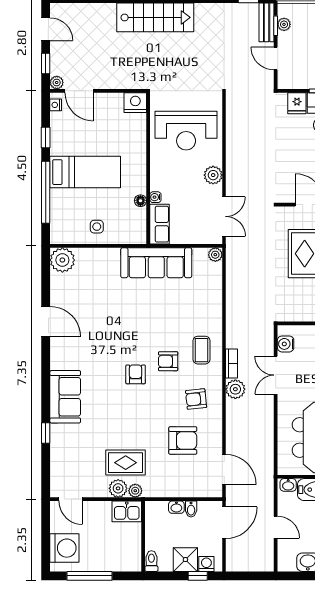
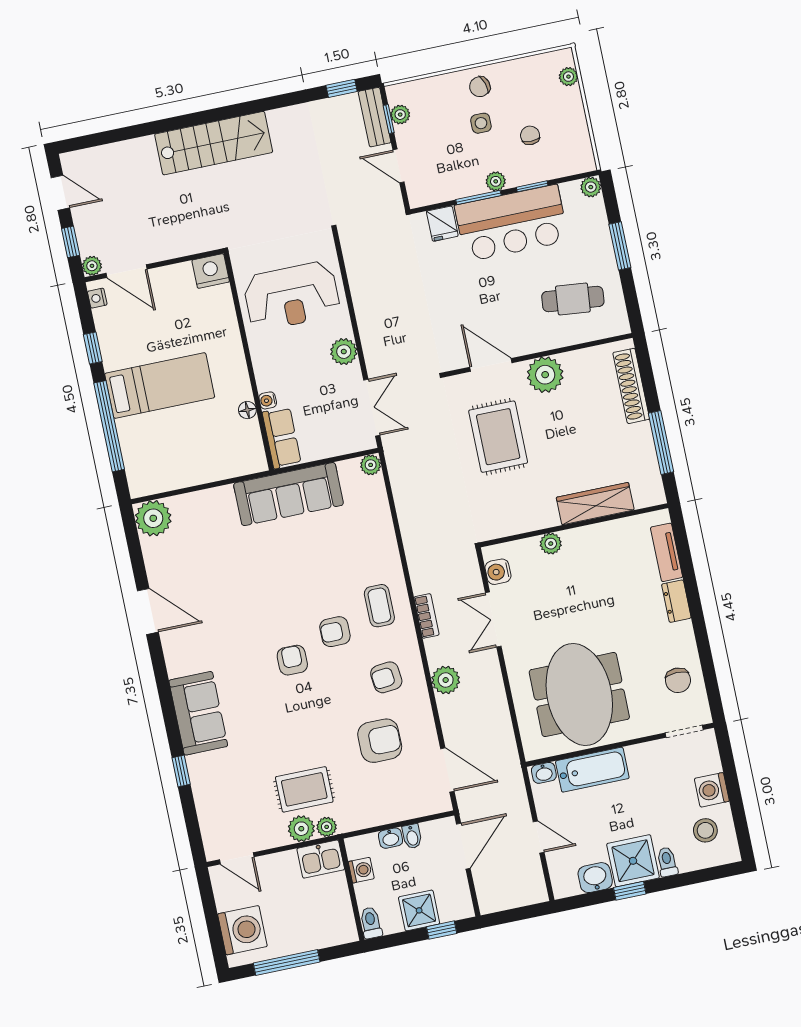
side table: (97, 227) -> (193, 460), removed
plant: (235, 389) -> (446, 680), moved
washing machine: (206, 564) -> (361, 870), moved, turned 90

